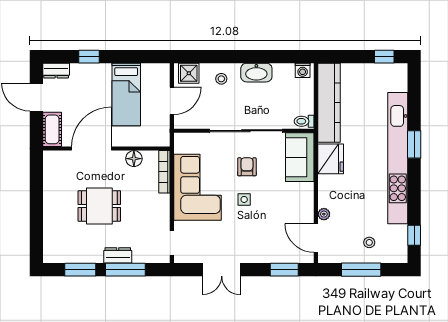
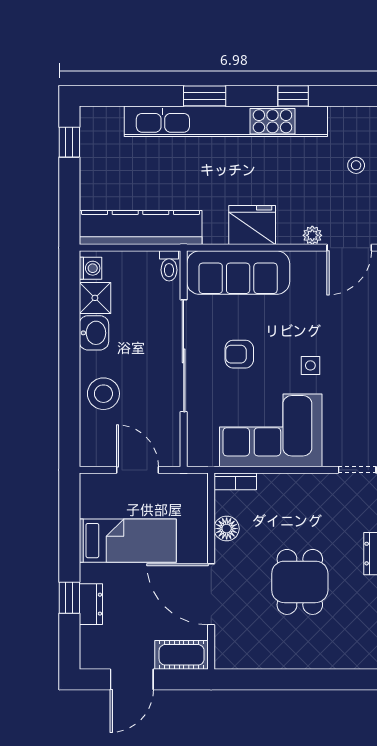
dresser: (56, 71) -> (91, 604), moved
shower: (189, 73) -> (95, 298), moved
washbasin: (256, 73) -> (94, 333), width x0.72
stool: (221, 79) -> (103, 394), width x1.89, depth x1.89
sofa: (300, 157) -> (238, 273), width x1.36
fridge: (331, 159) -> (252, 225), moved
bookcase: (164, 172) -> (235, 481), width x0.64
side table: (244, 199) -> (310, 365), moved
window: (414, 235) -> (293, 96), moved

